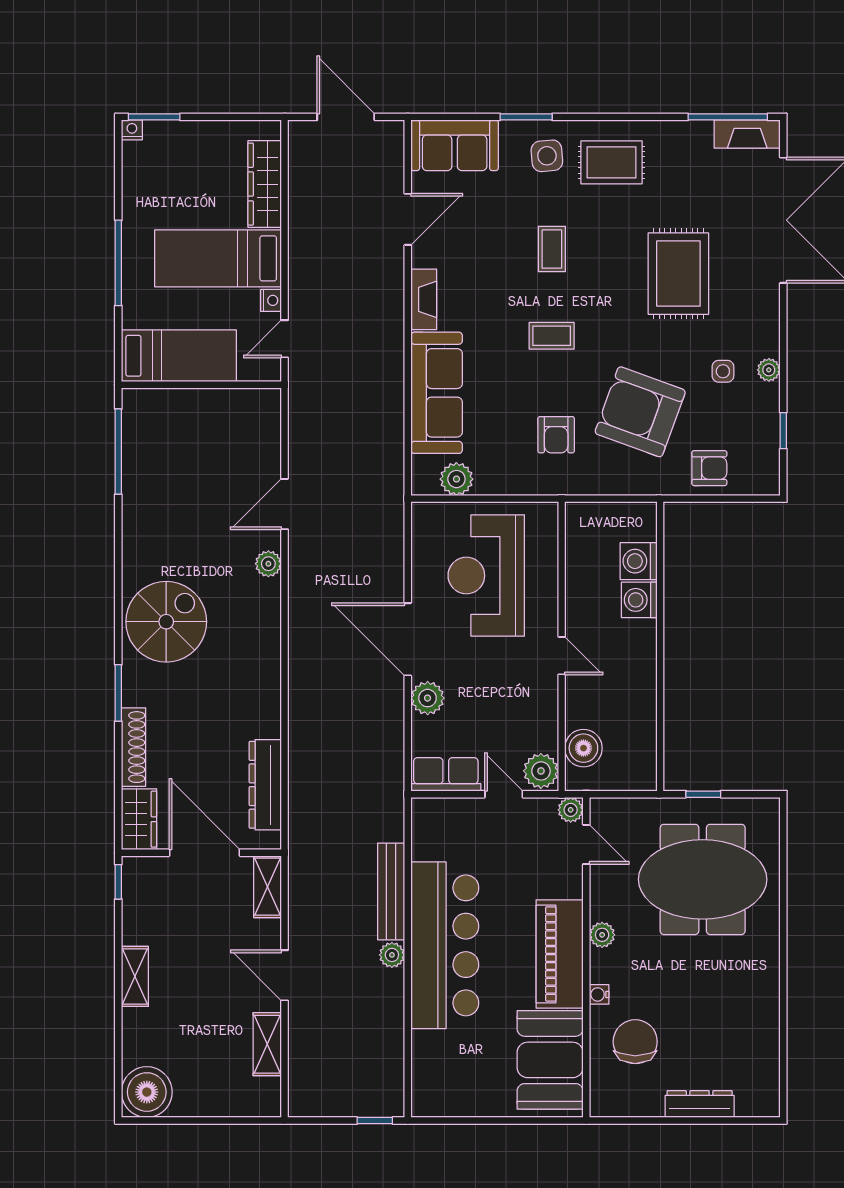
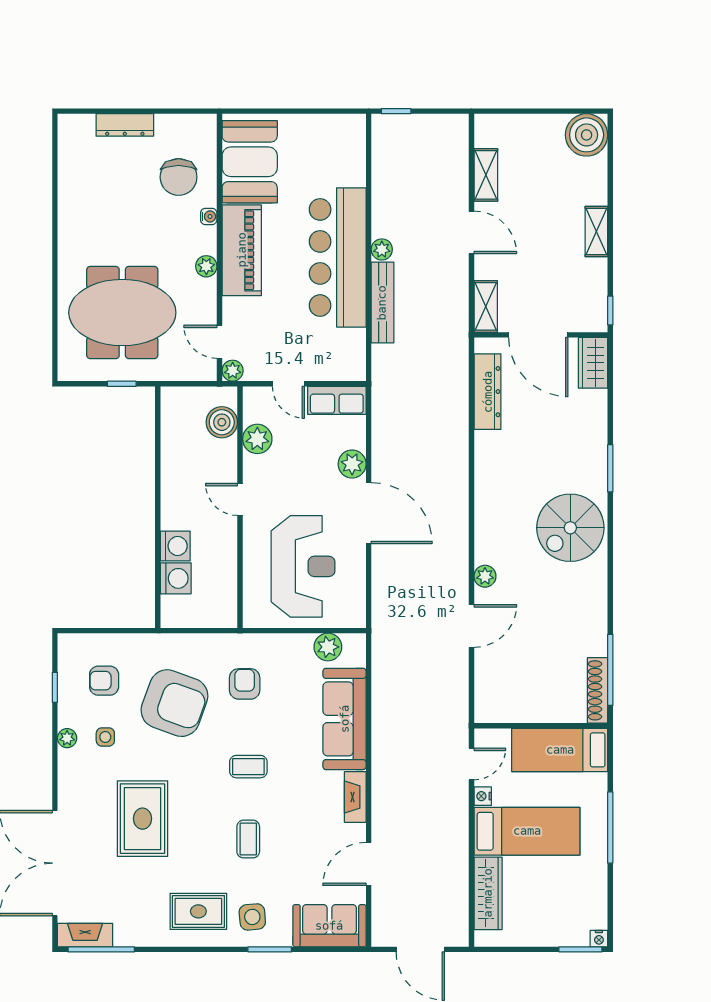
armchair: (709, 468) -> (104, 681), moved
shoe rack: (134, 747) -> (598, 690), moved
plant: (541, 771) -> (257, 439), moved

